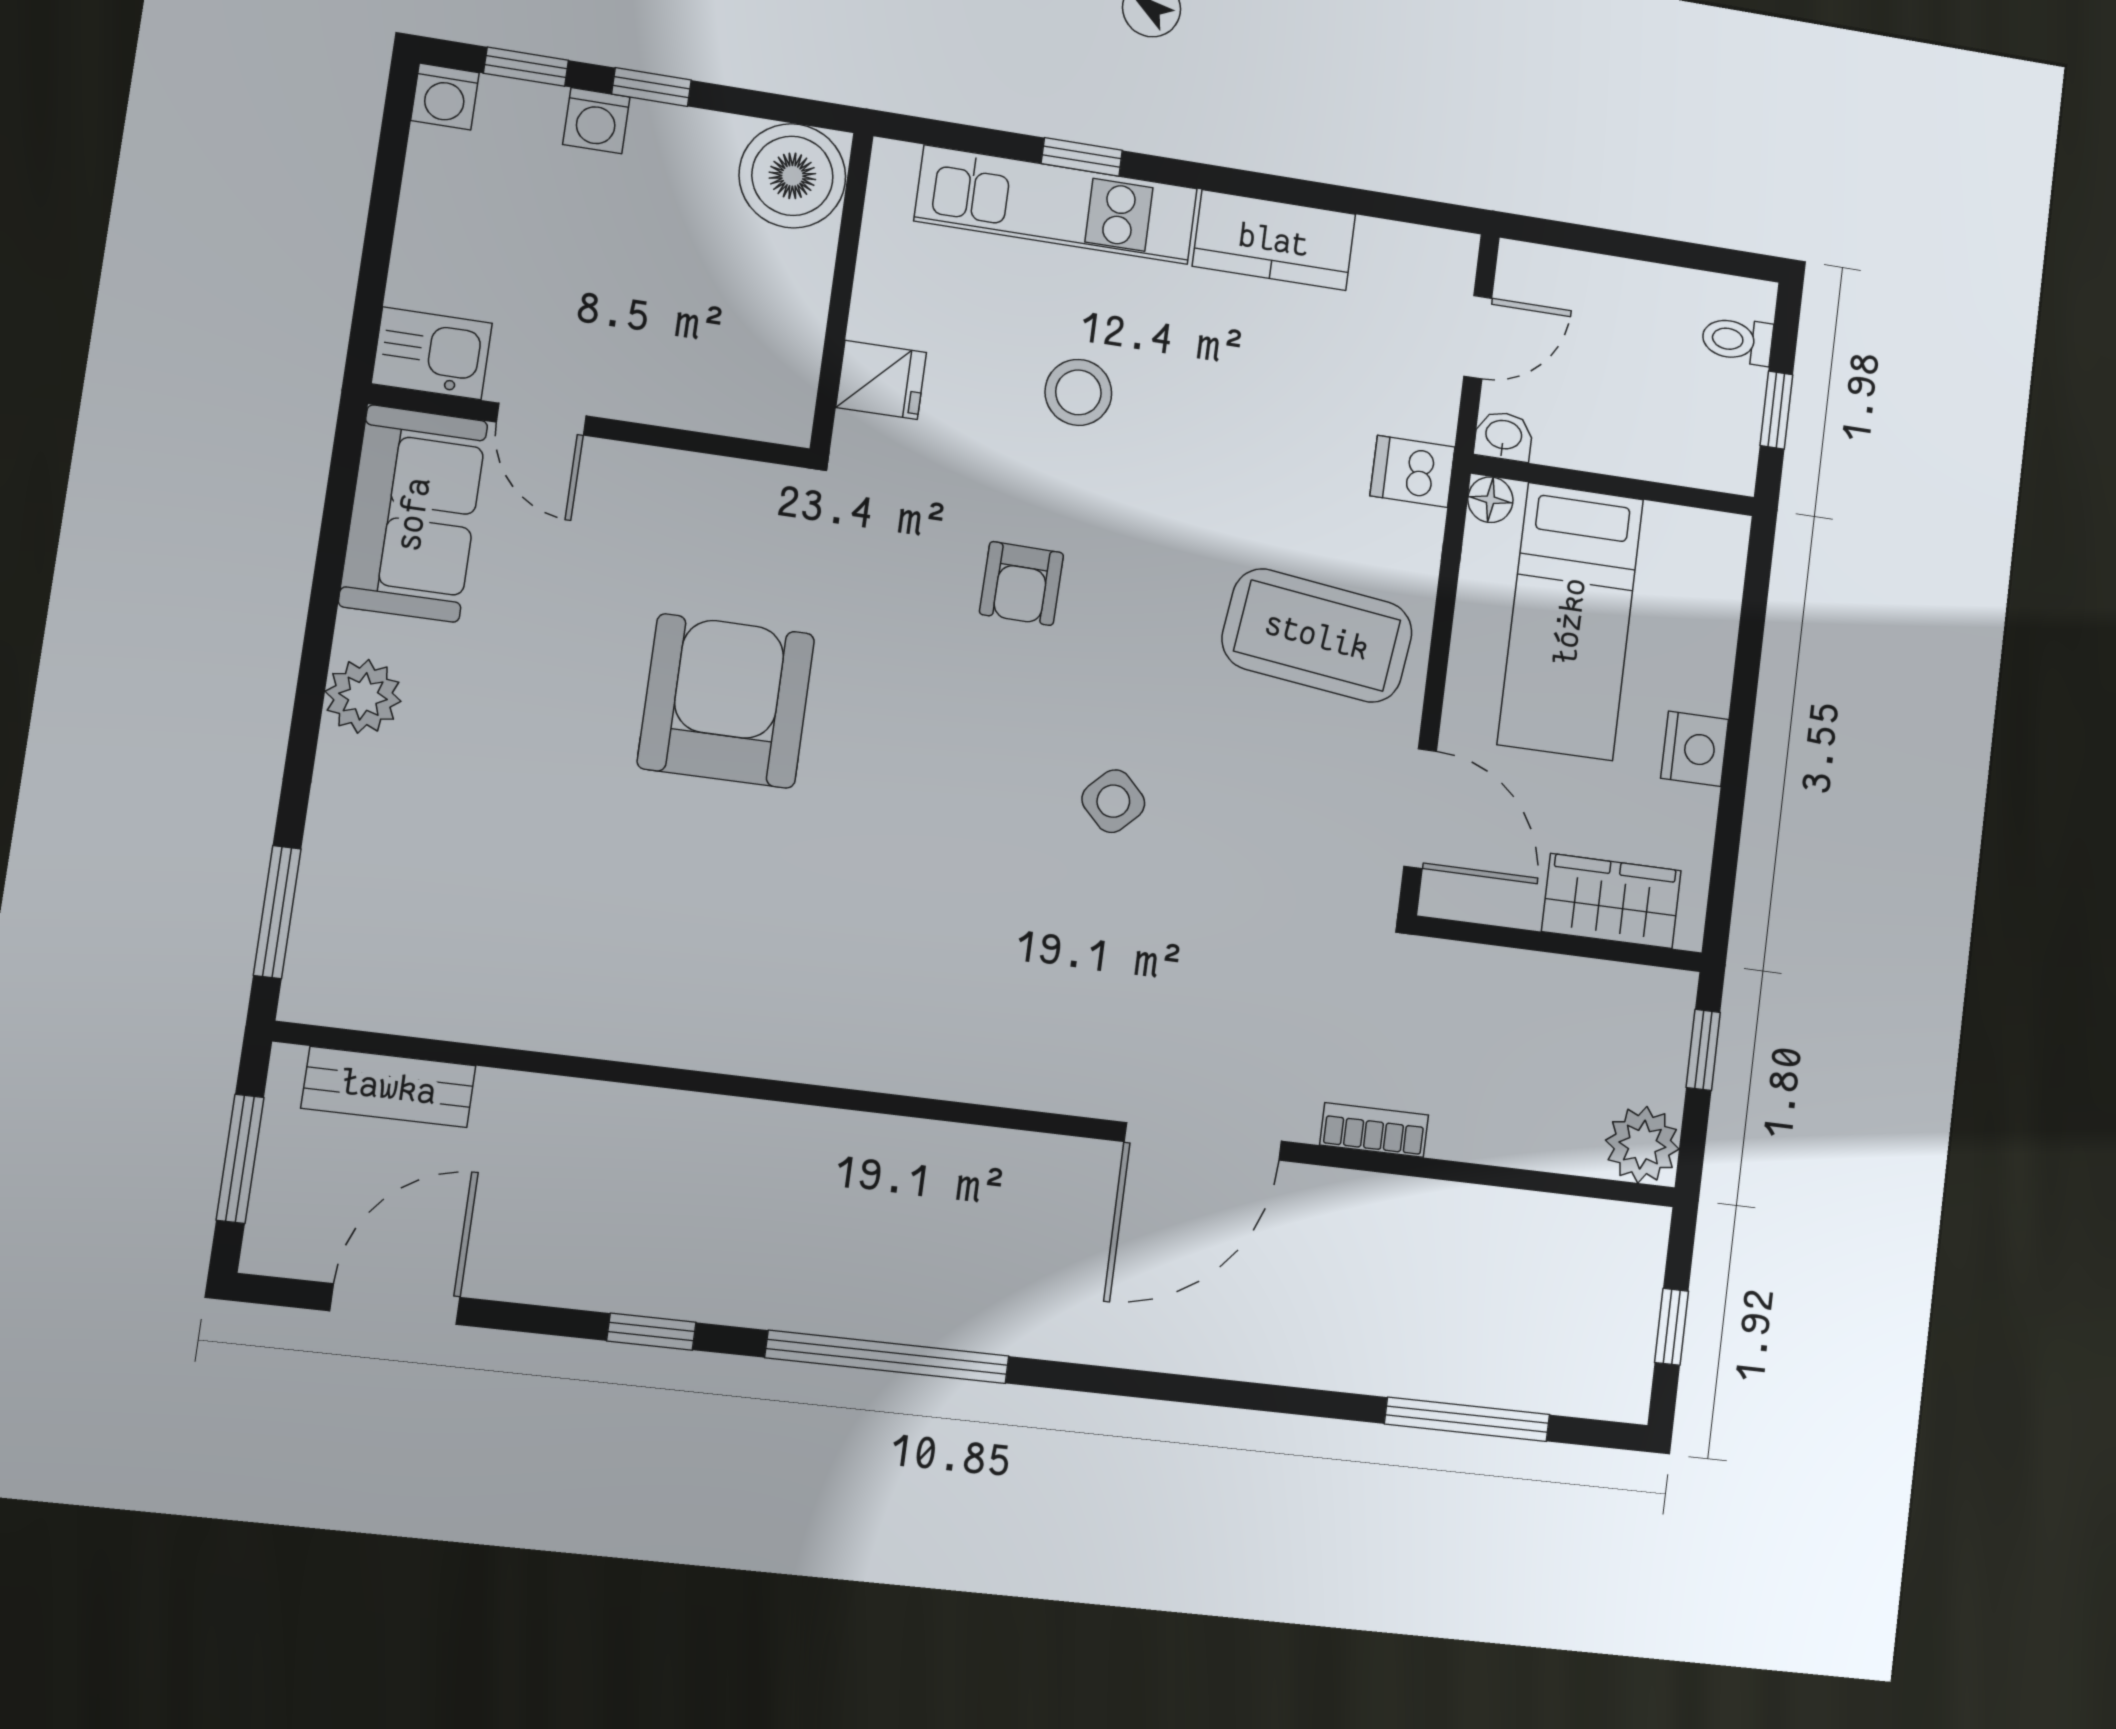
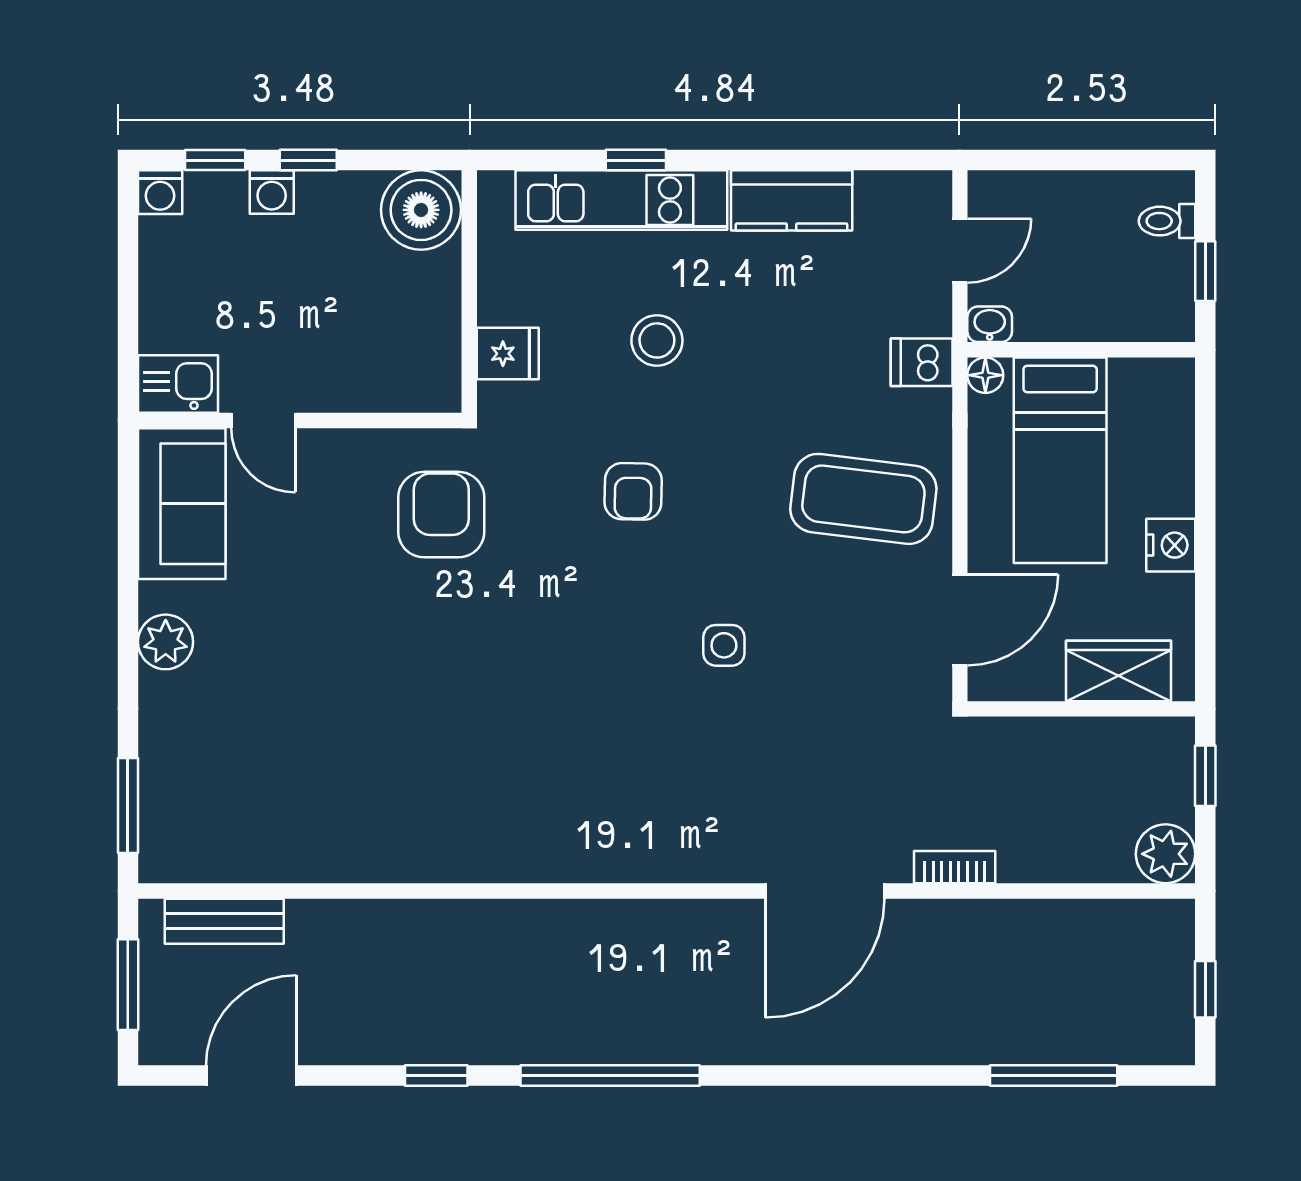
armchair: (726, 701) -> (441, 515), moved, width x0.73, depth x0.73
side table: (1113, 801) -> (724, 645), turned 45
door: (1420, 809) -> (960, 620), hinge flipped

